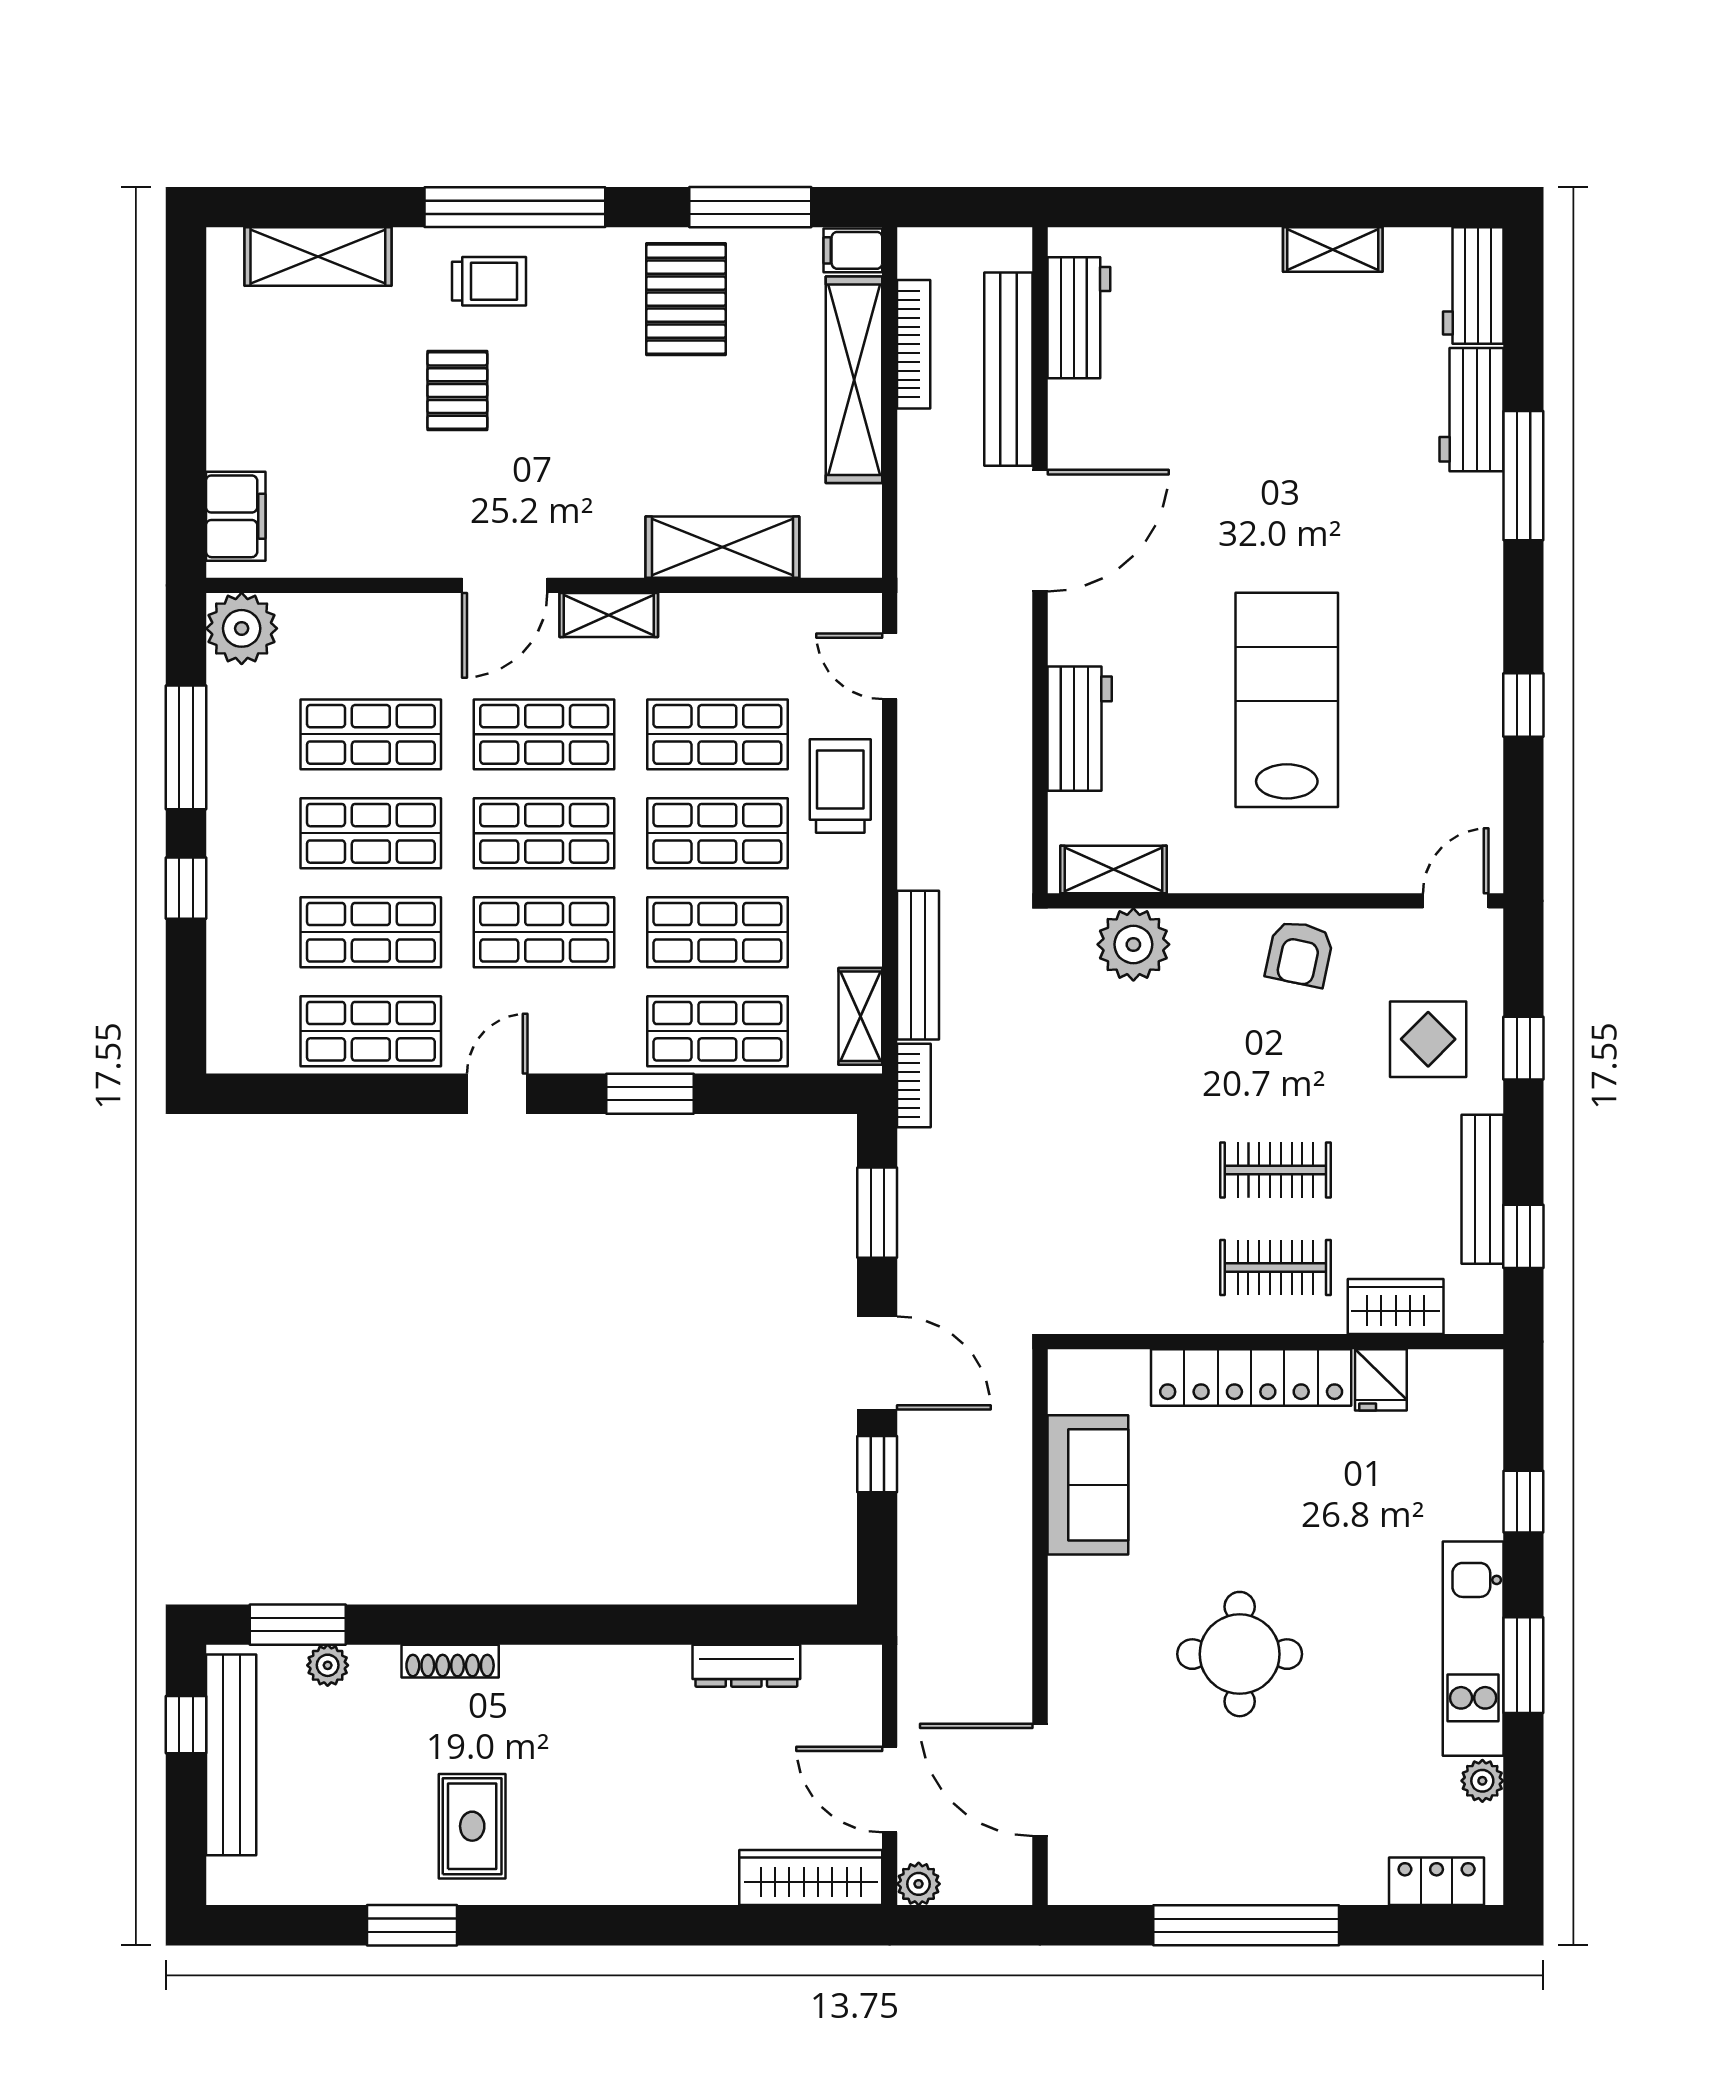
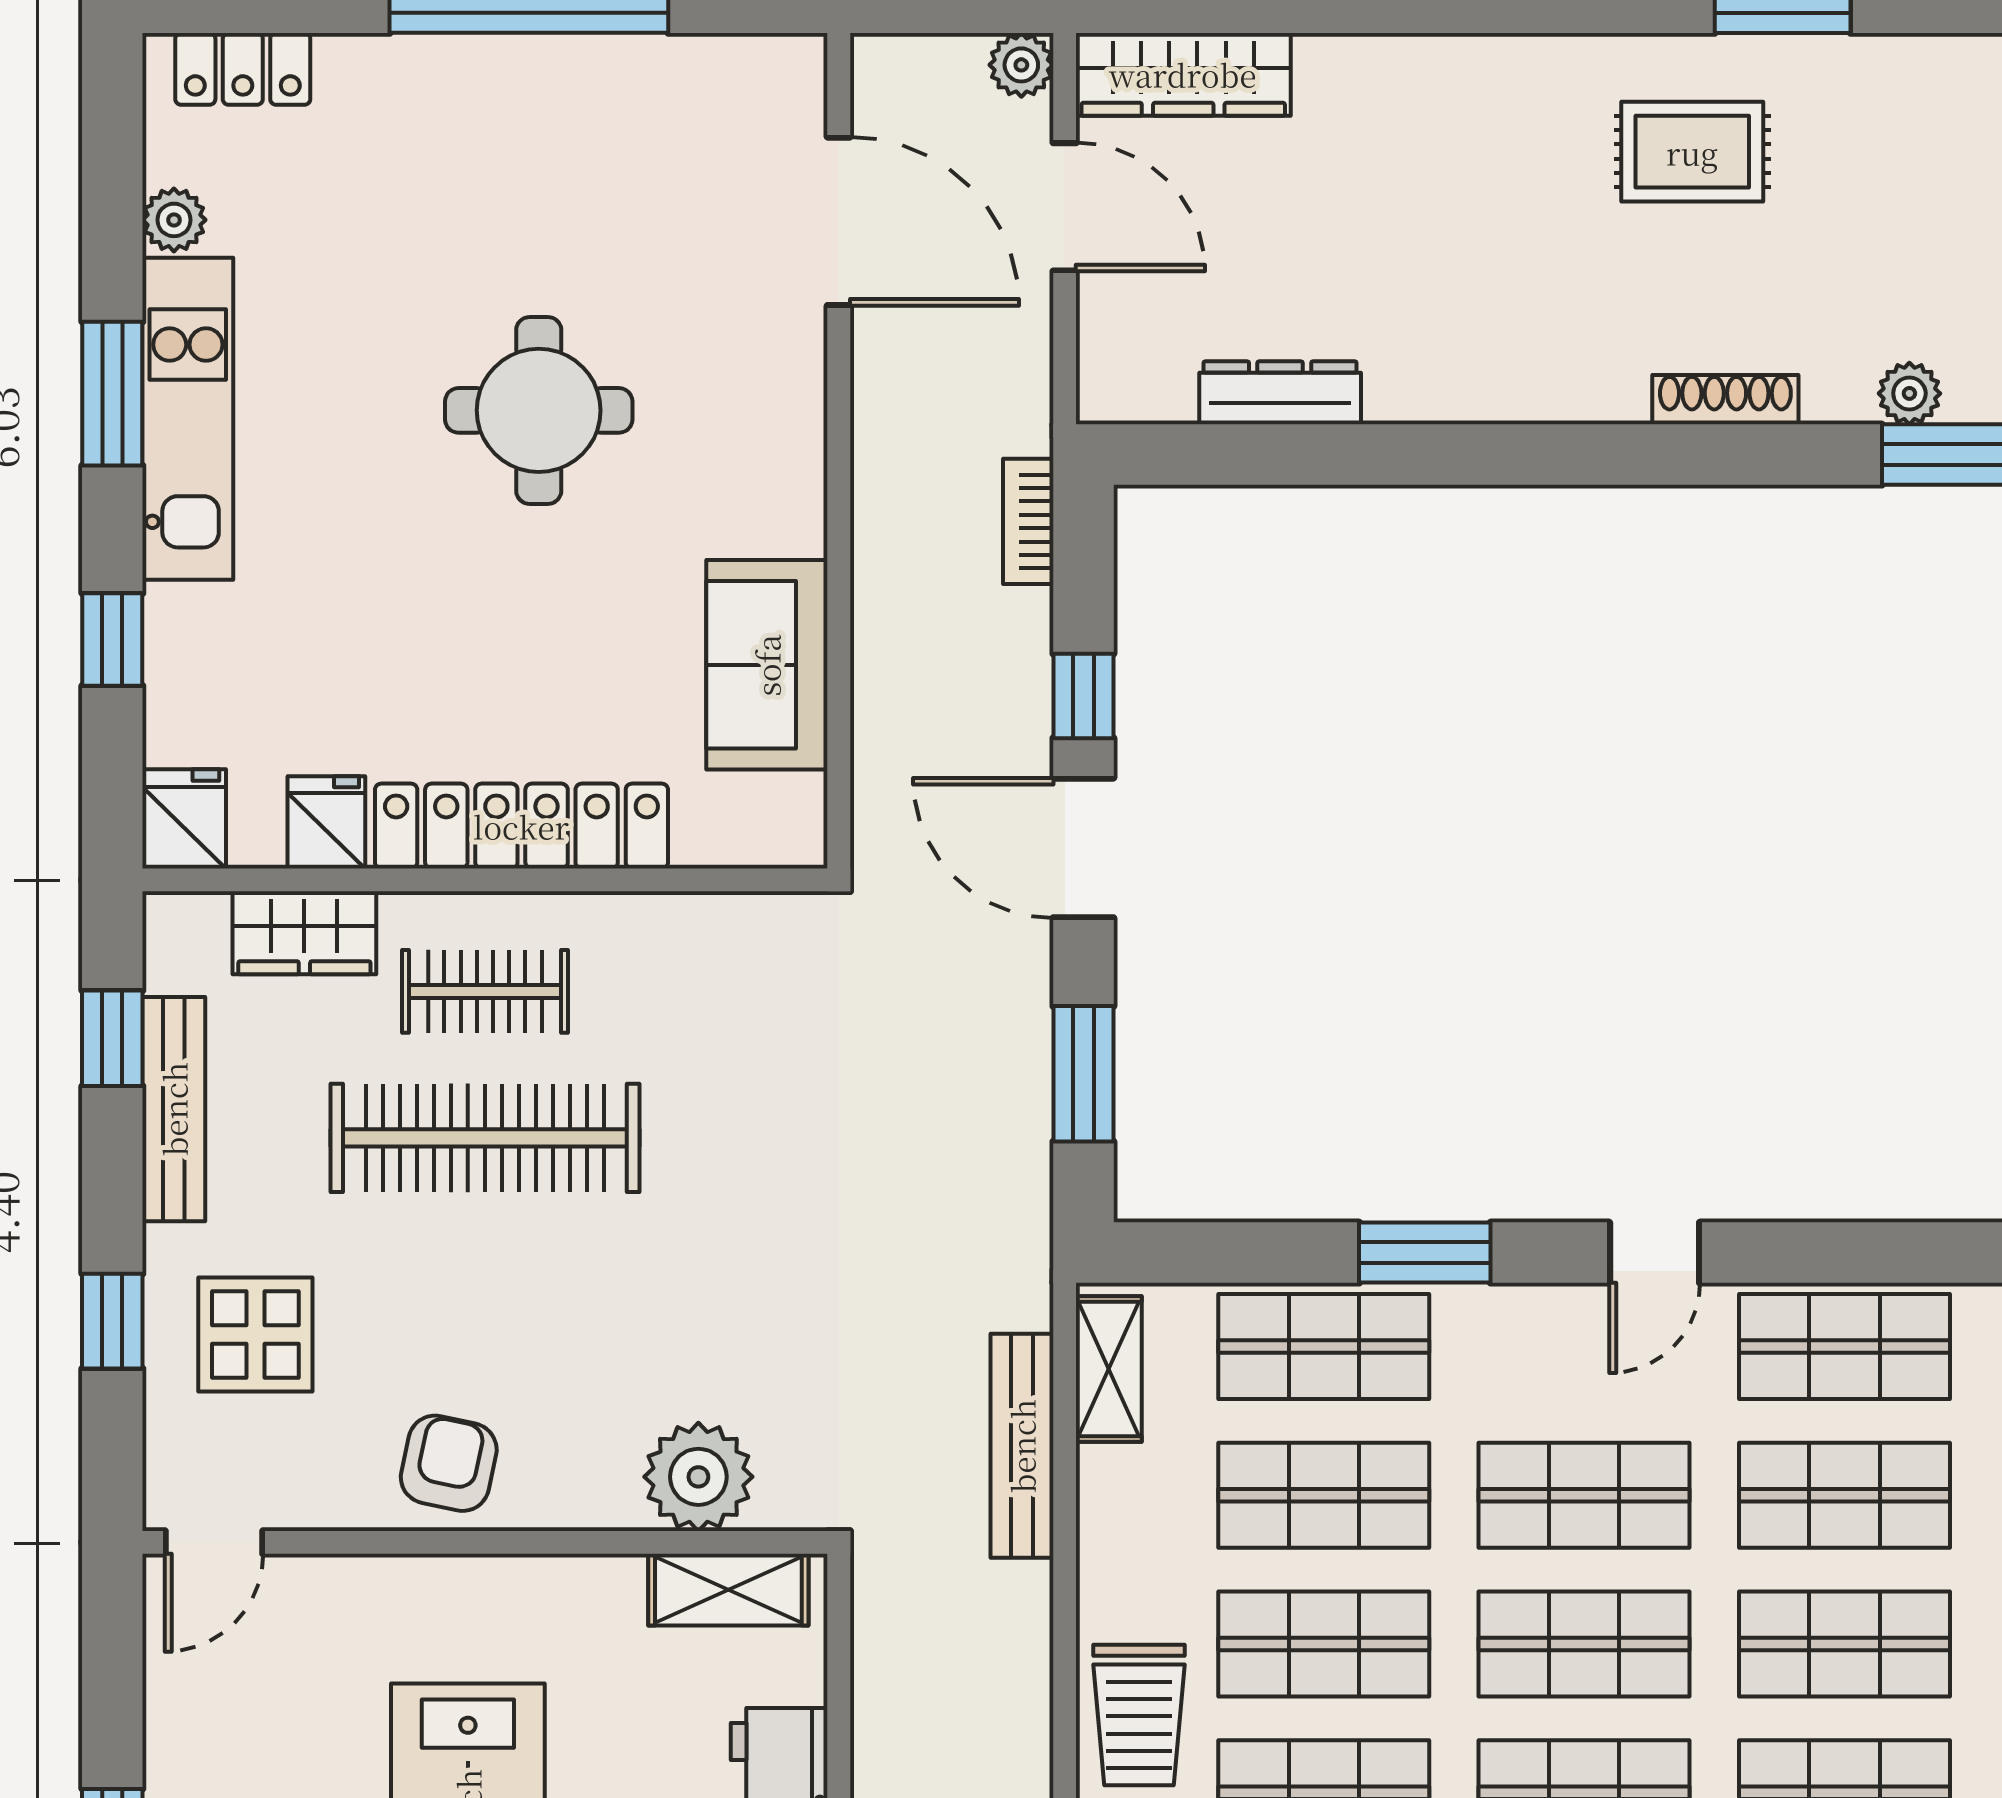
bookcase: (914, 1086) -> (1028, 521), moved
clothes rail: (1275, 1170) -> (485, 1138), width x1.86, depth x1.31
fridge: (1476, 1382) -> (184, 819), added
rug: (472, 1826) -> (1692, 152), turned 90

